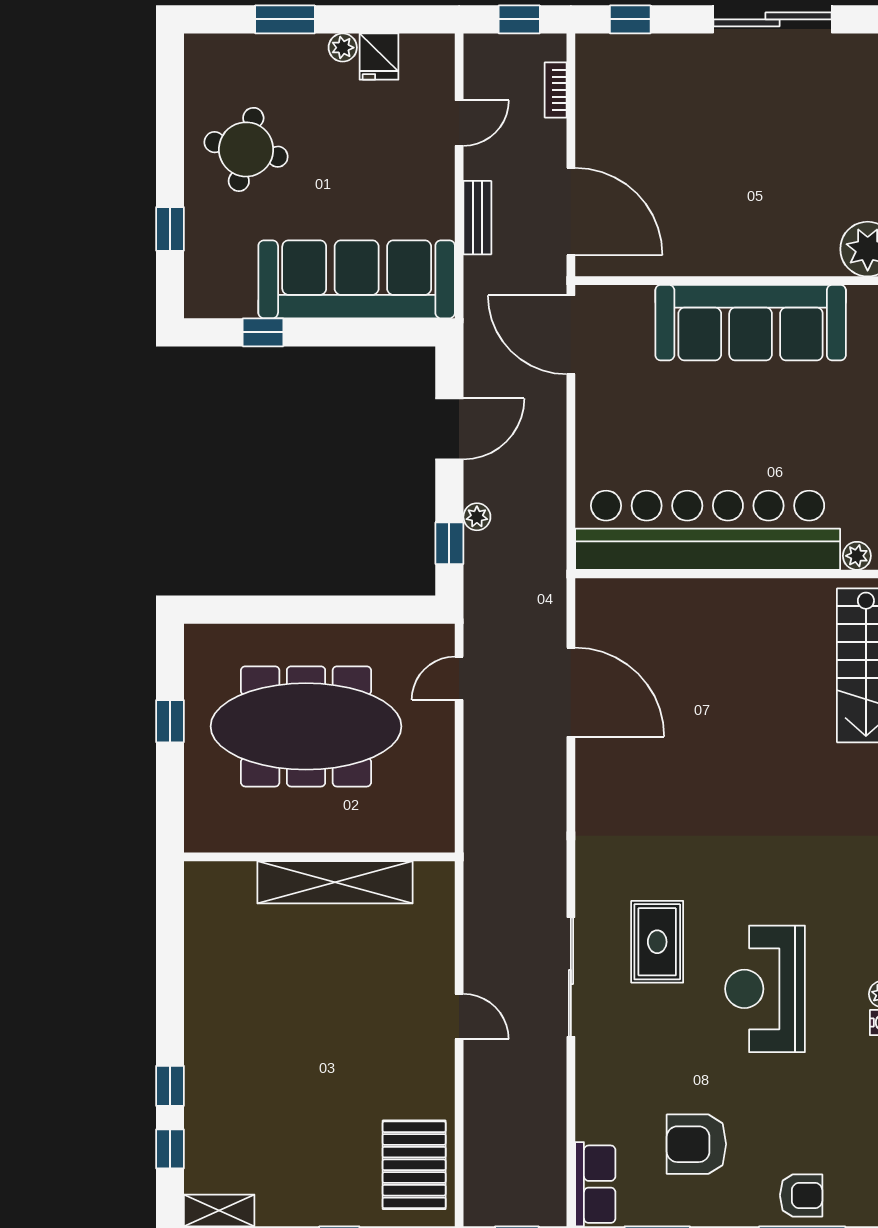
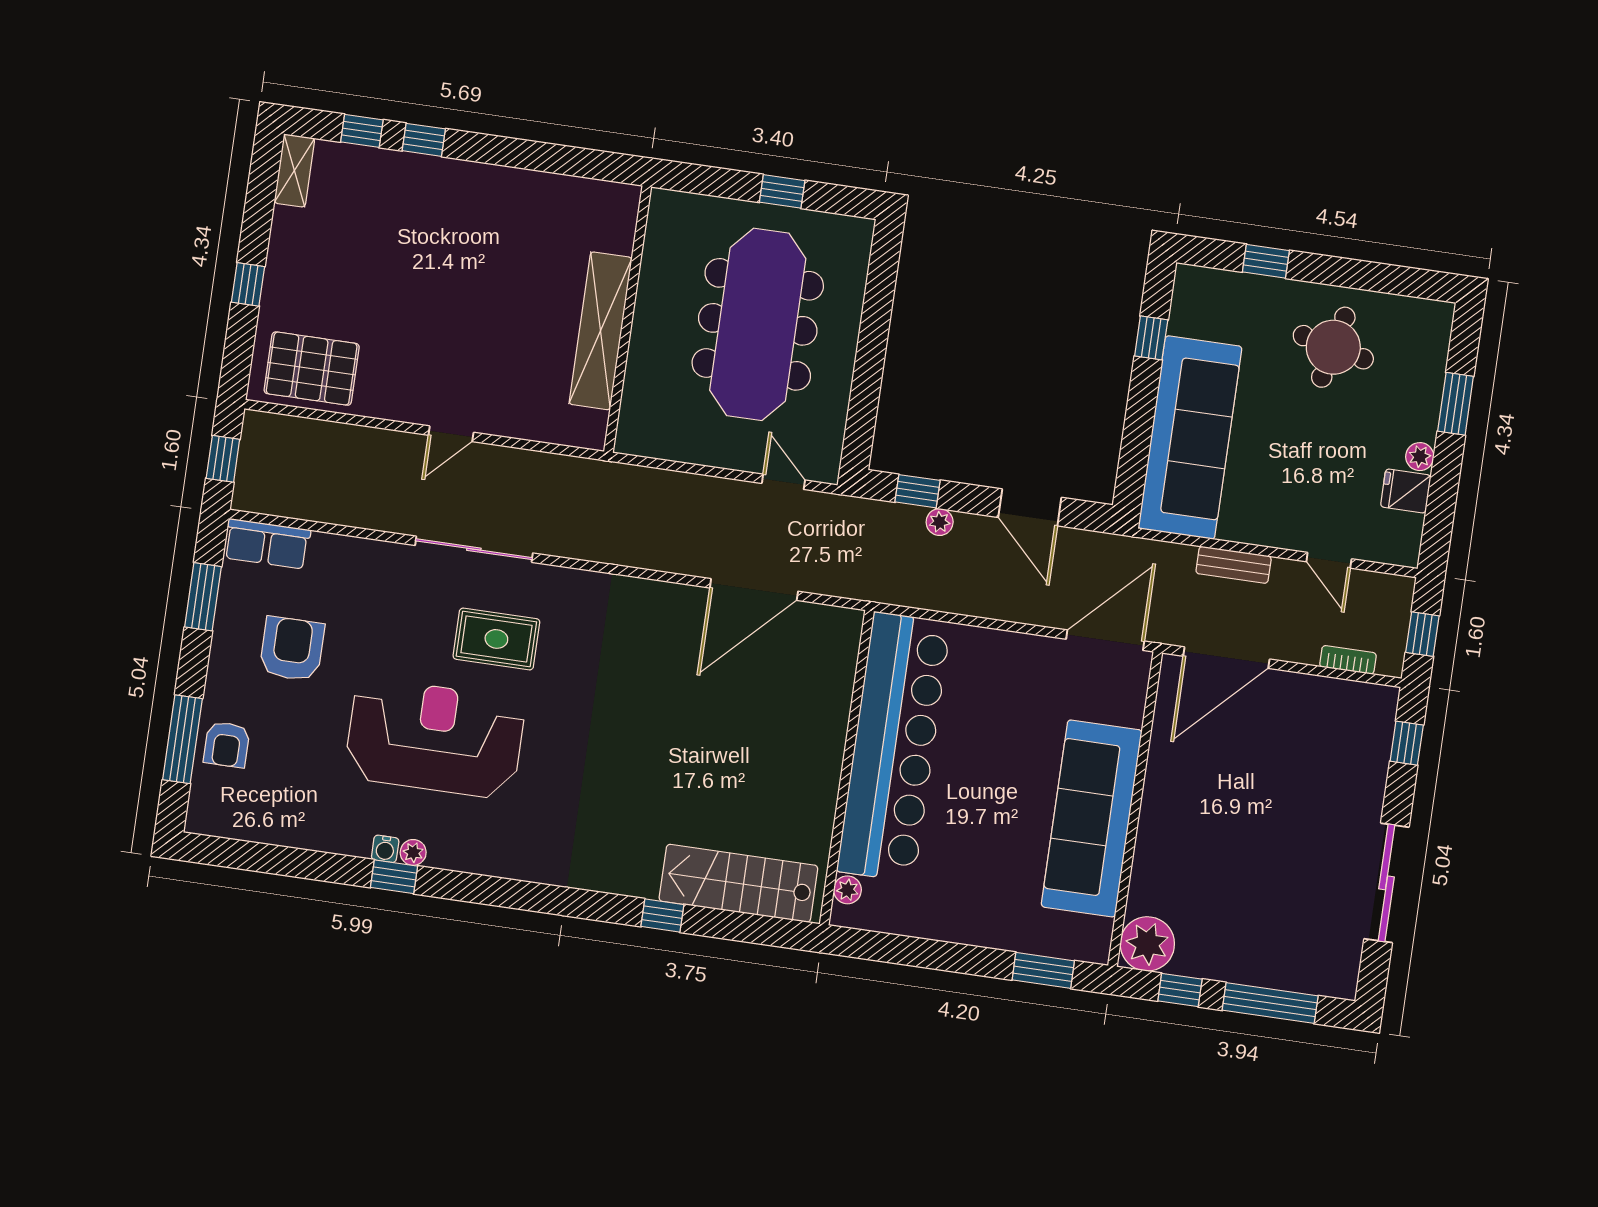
reception desk: (765, 989) -> (435, 738), width x1.36, depth x1.30

